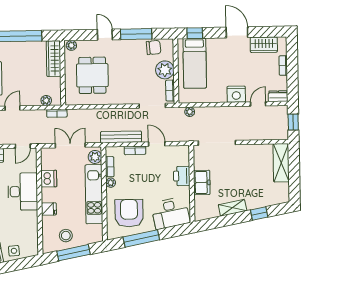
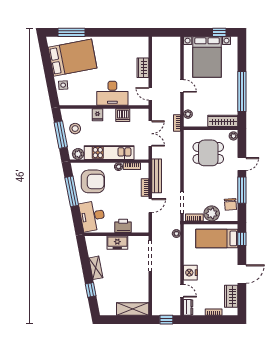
plant: (95, 157) -> (78, 154), moved

